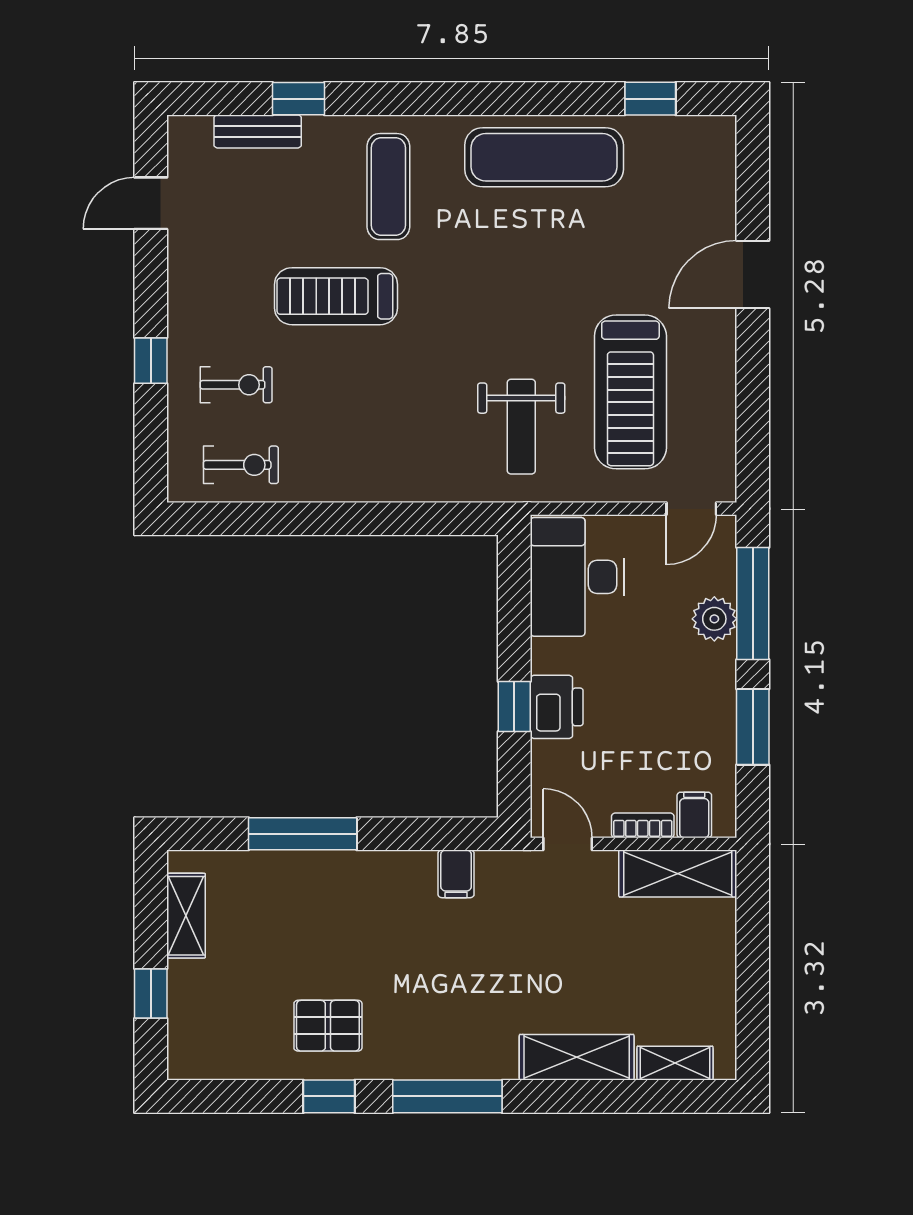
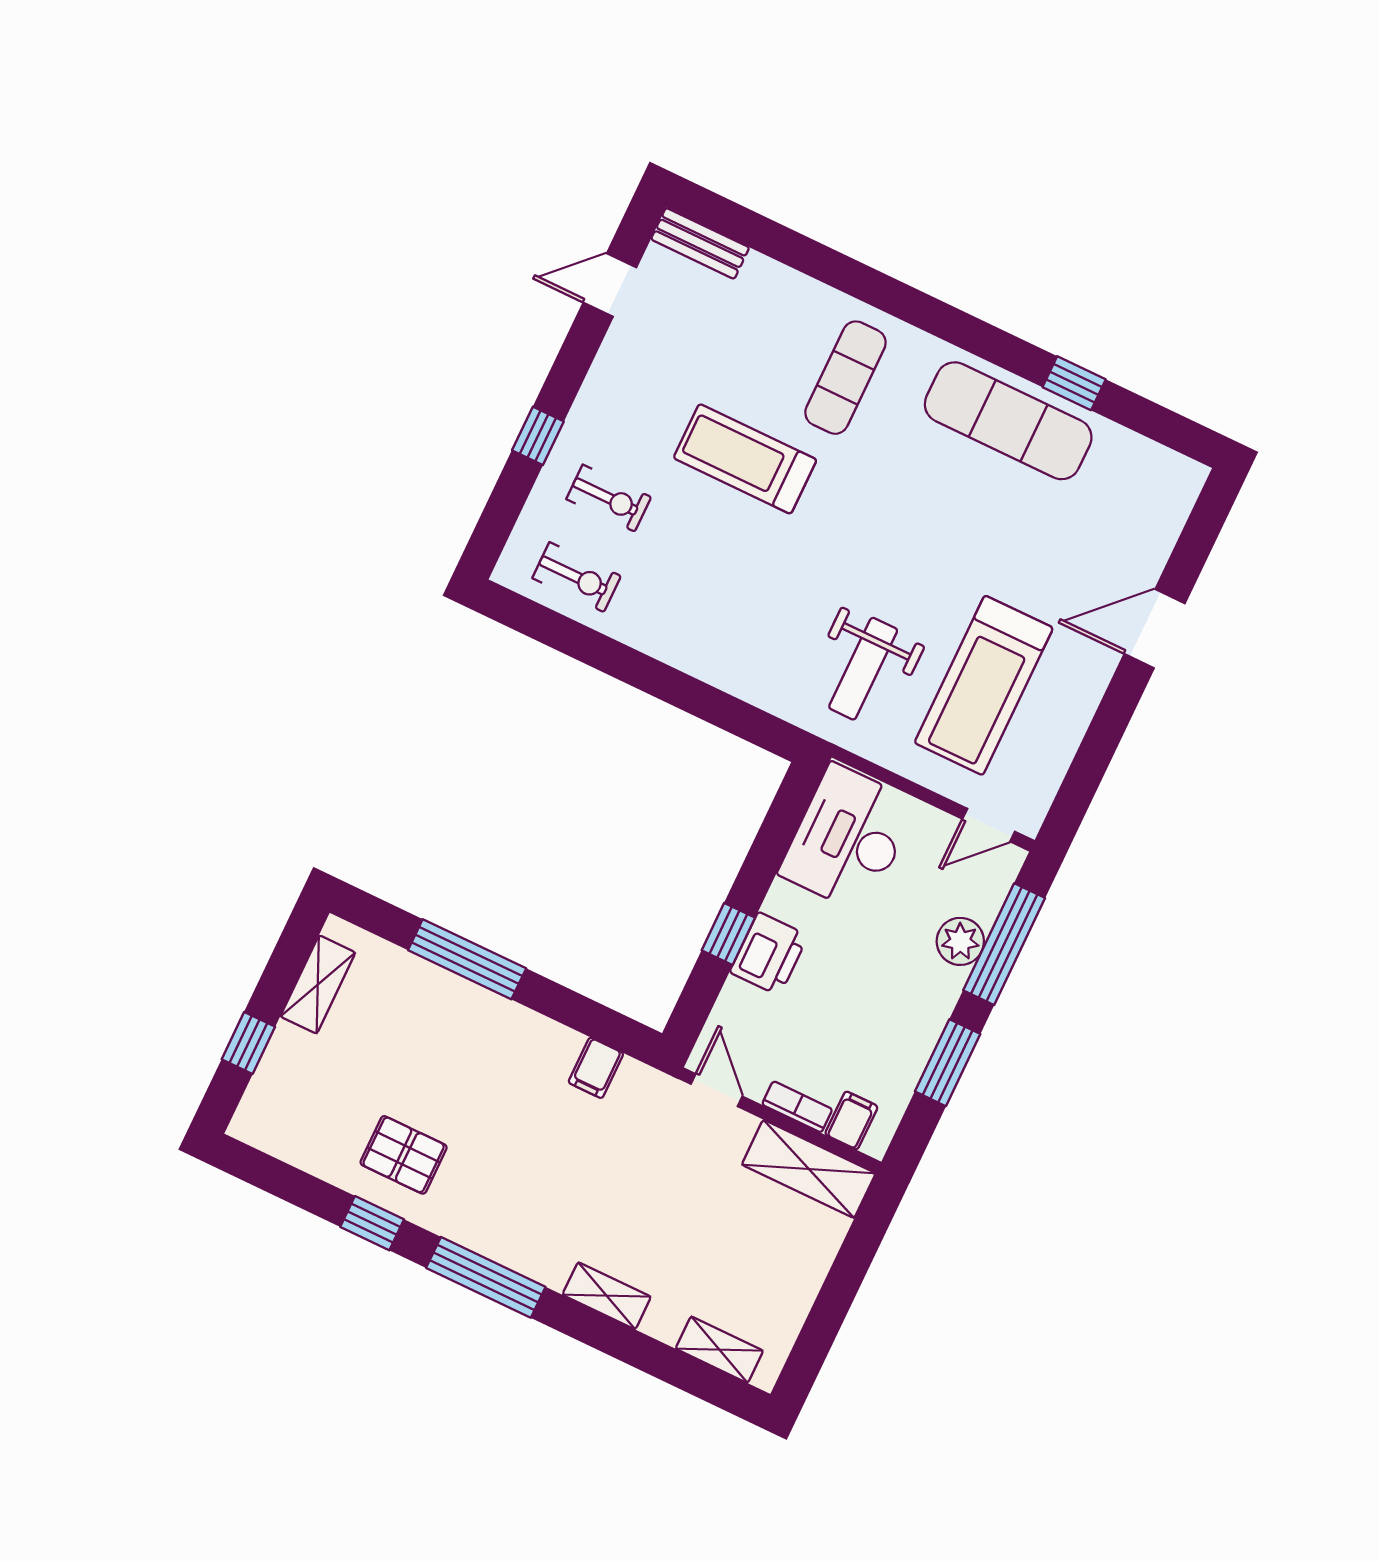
window: (298, 99) -> (799, 252), removed
window: (650, 99) -> (1074, 383), moved
bench: (258, 131) -> (700, 243), moved
shelving: (577, 1057) -> (607, 1296), width x0.67, depth x0.75

